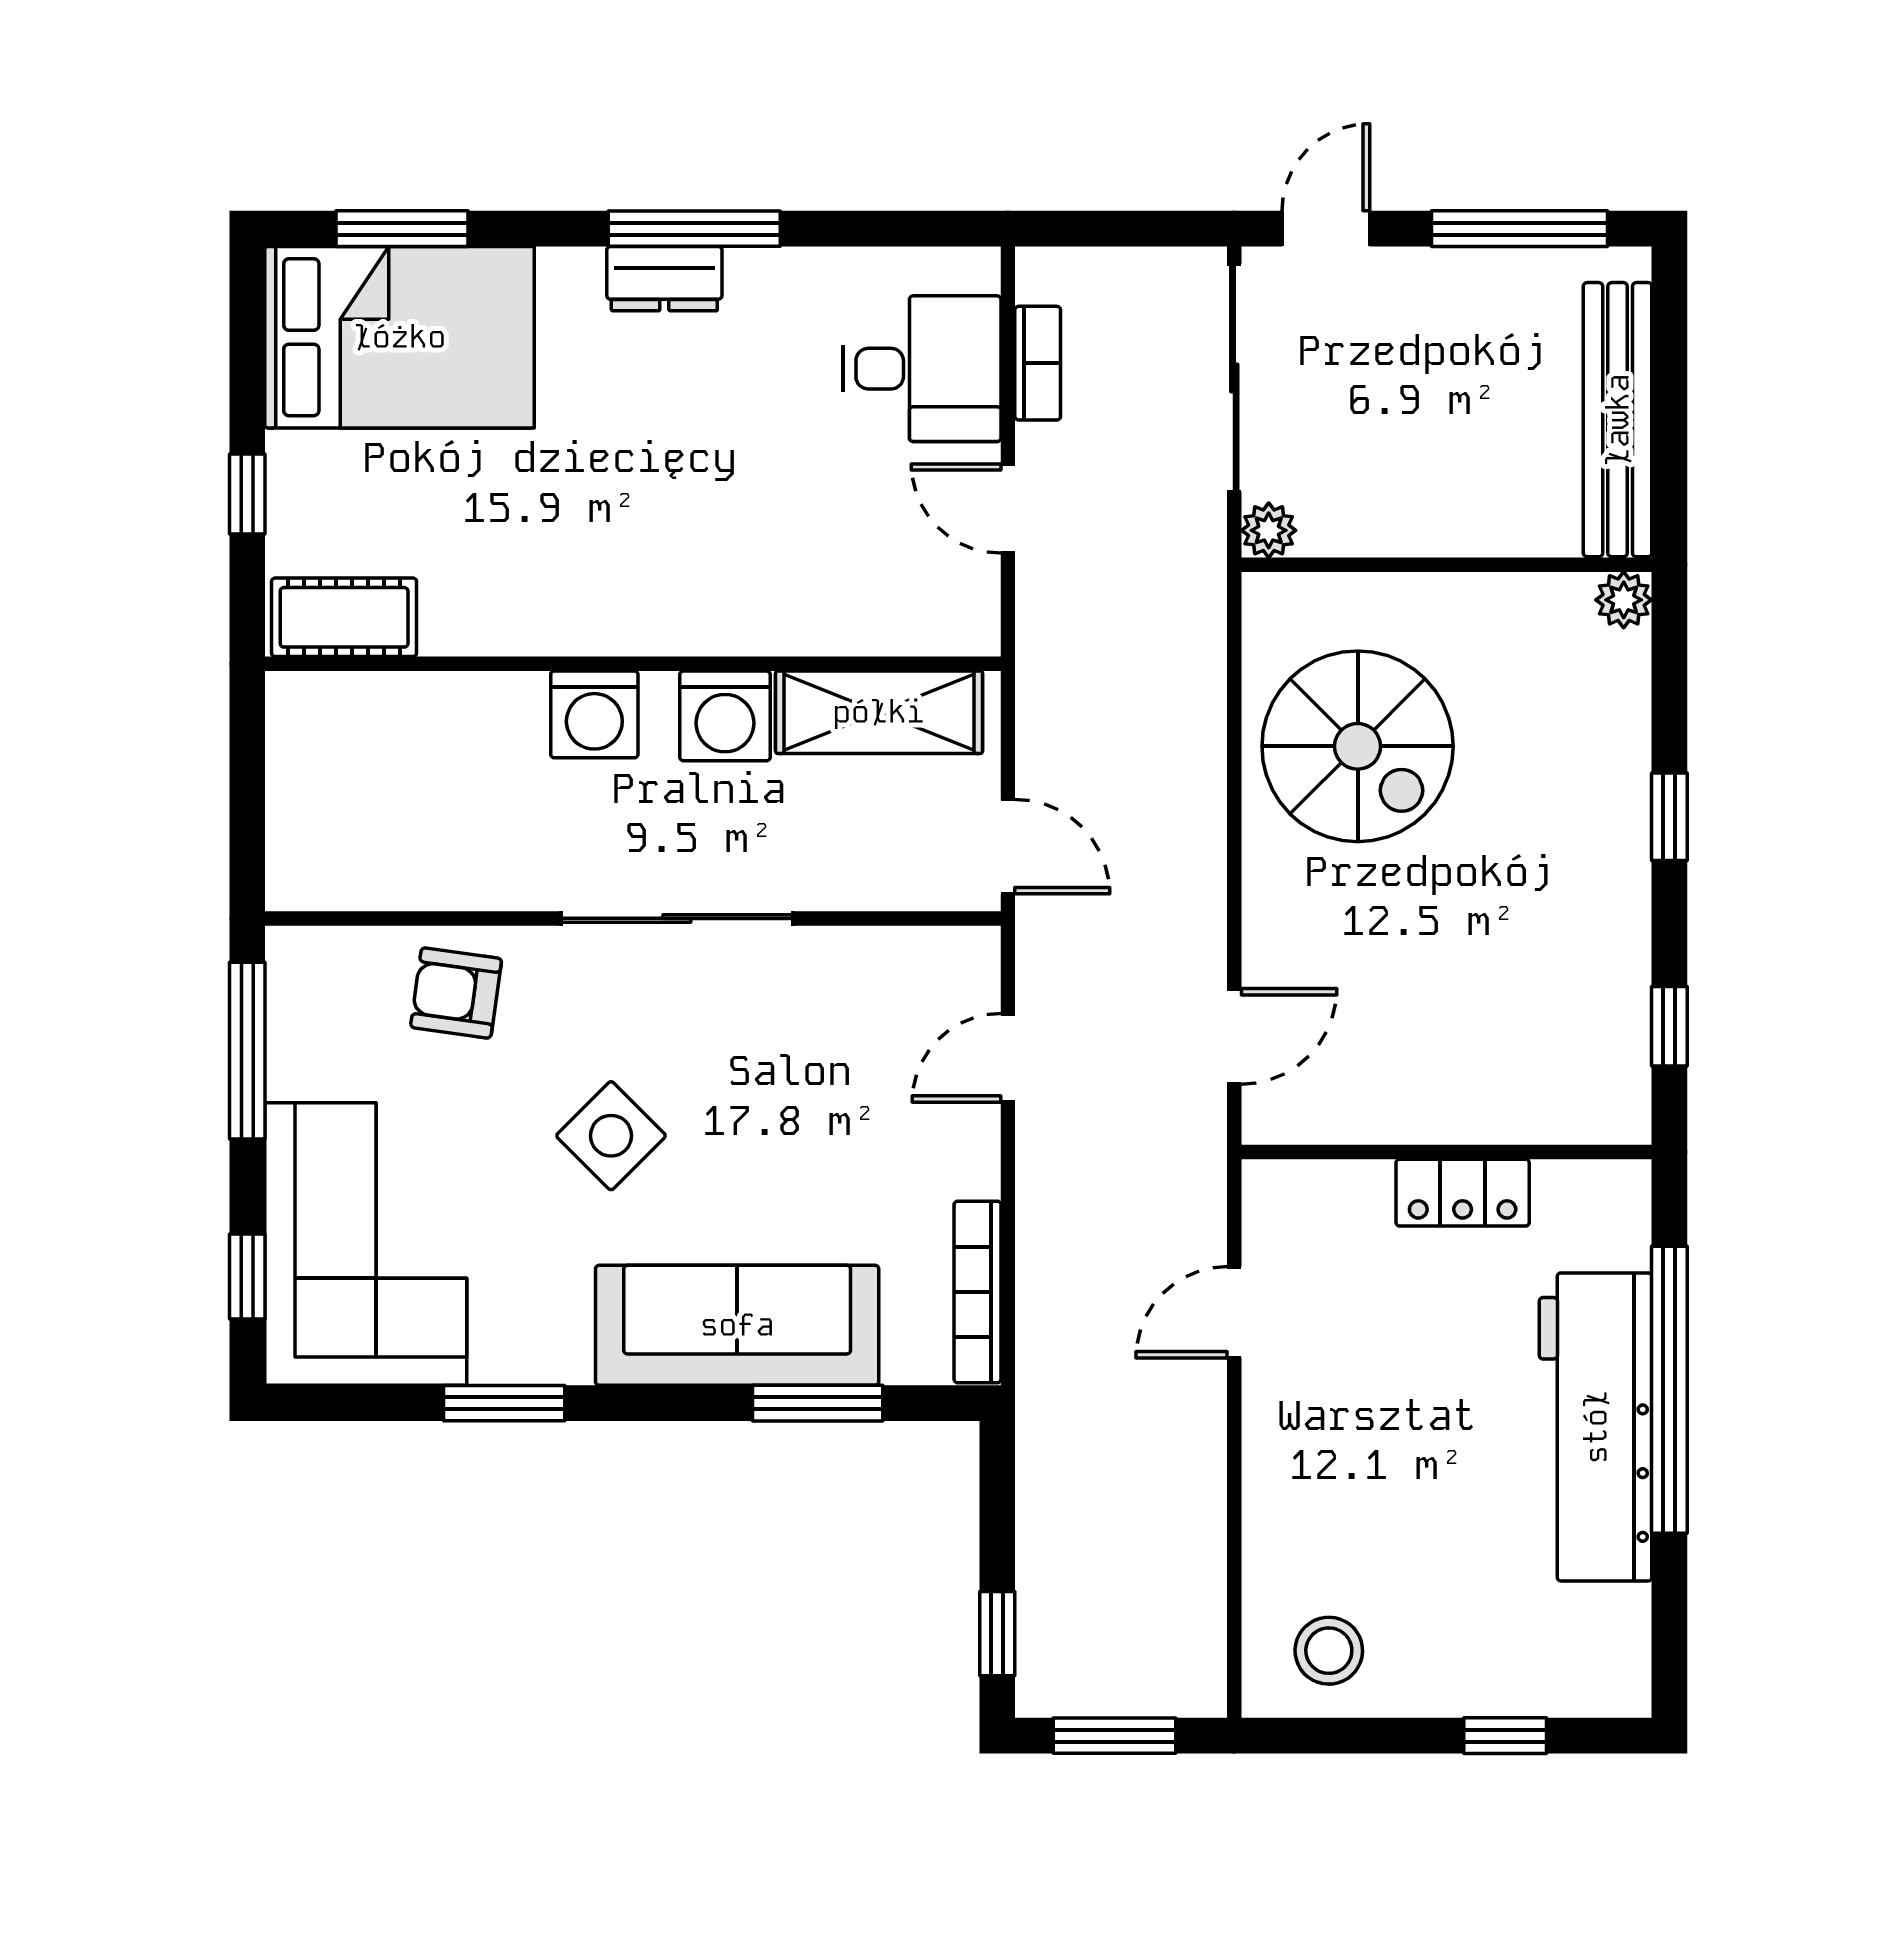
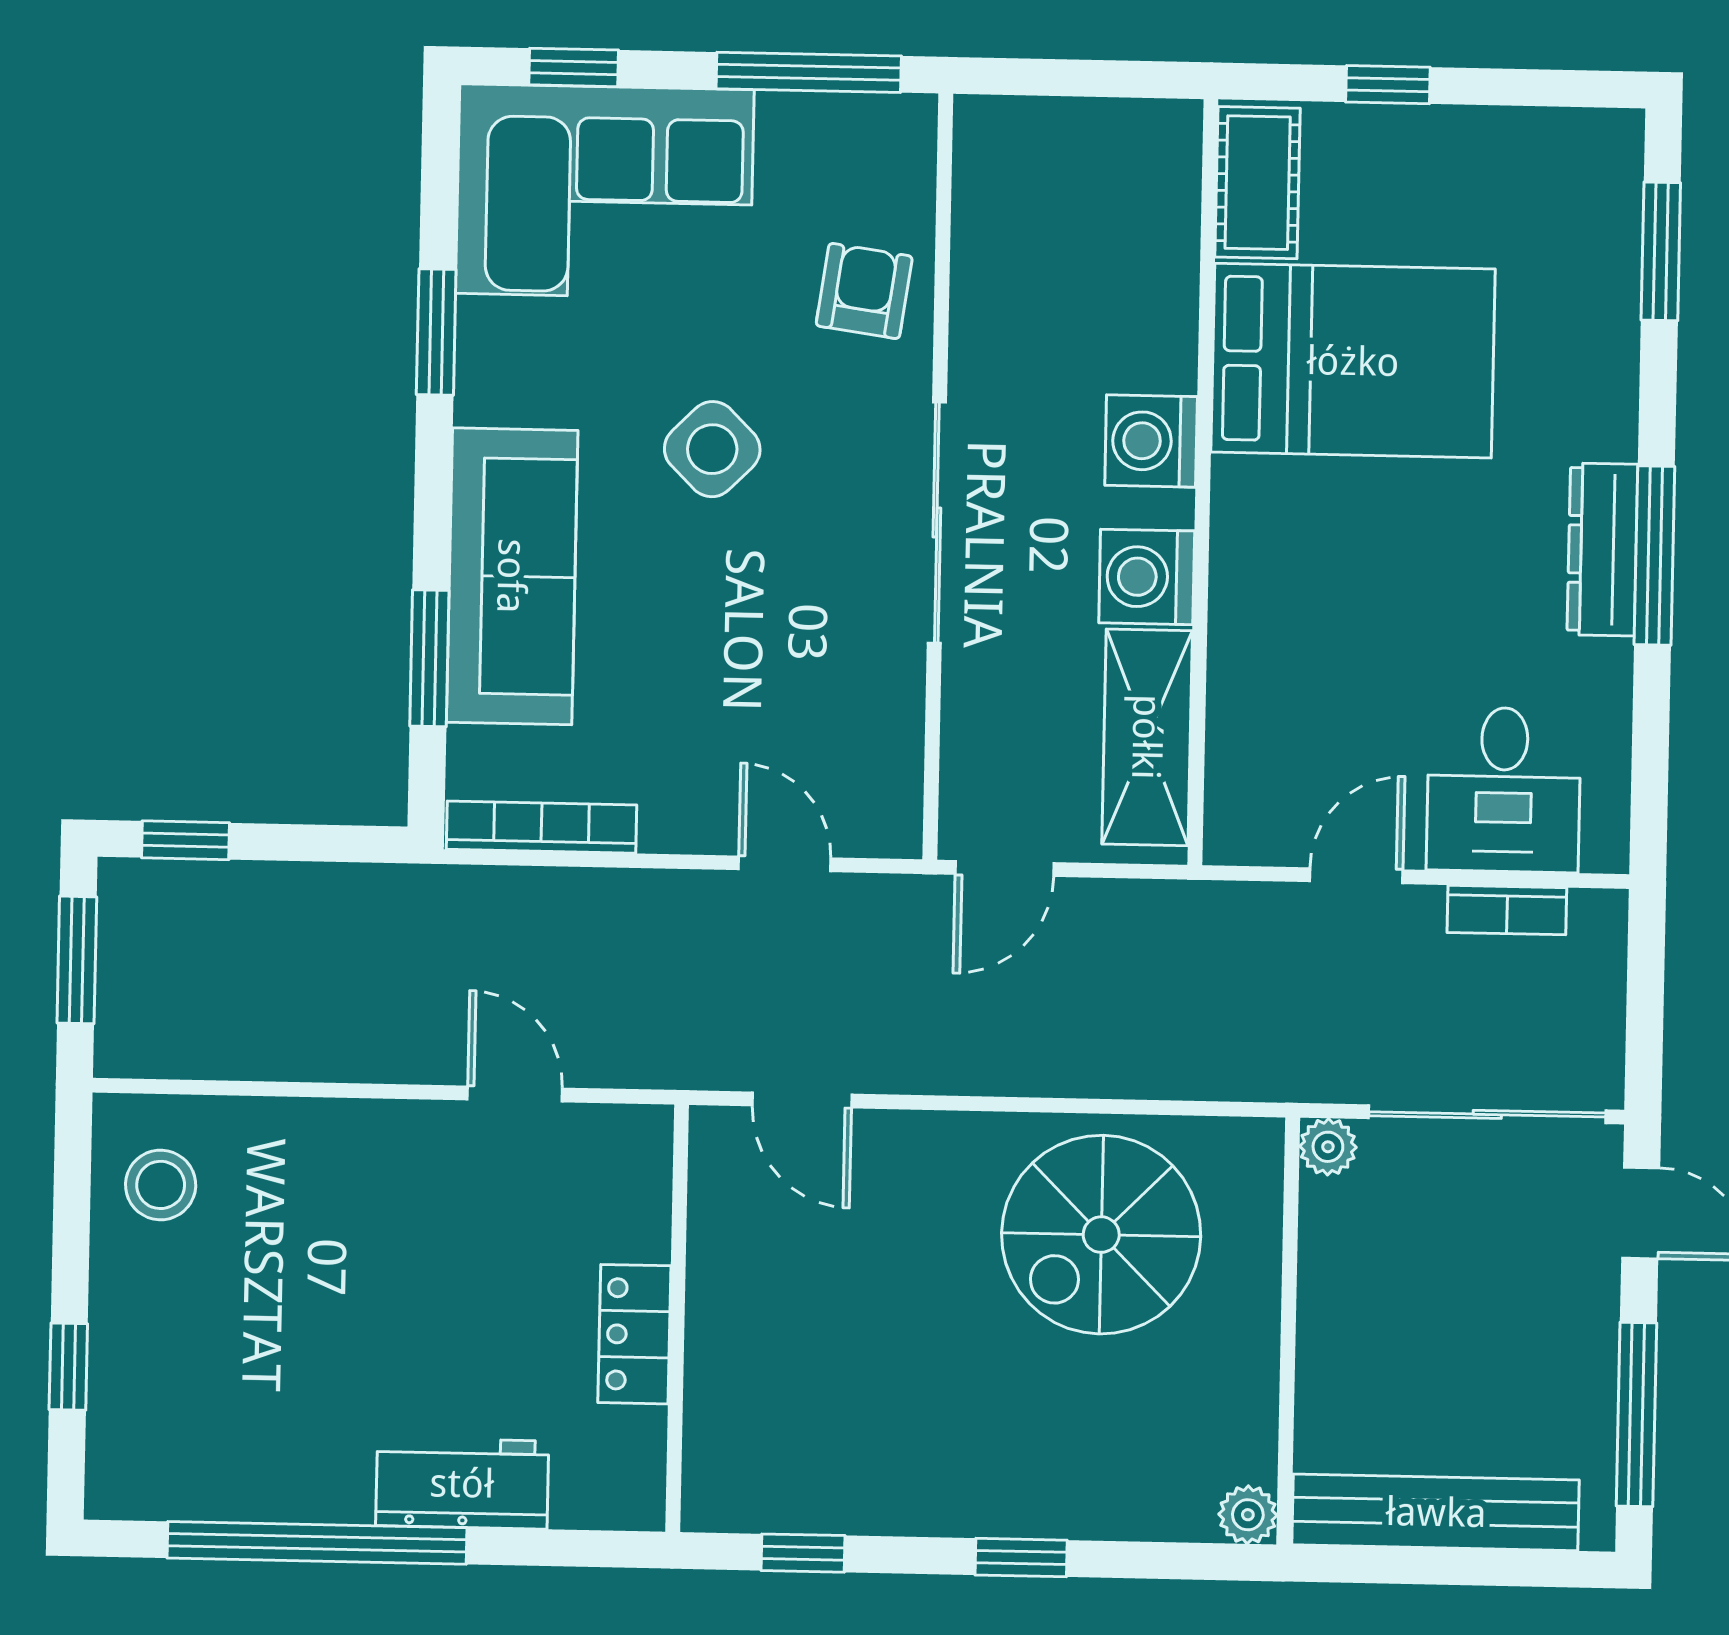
dresser: (664, 279) -> (1602, 549), width x1.44
bed: (400, 337) -> (1353, 361), moved, turned -90
window: (1669, 1390) -> (317, 1543), moved
workbench: (1596, 1427) -> (462, 1483), width x0.53, depth x0.76

